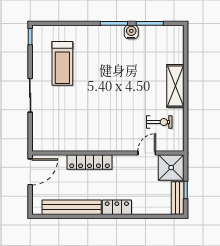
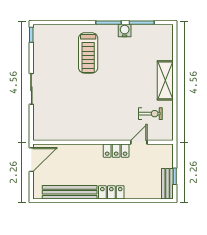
treadmill: (62, 63) -> (88, 53), moved
locker: (90, 162) -> (116, 151), moved, width x0.66
shower: (171, 168) -> (161, 156), removed

